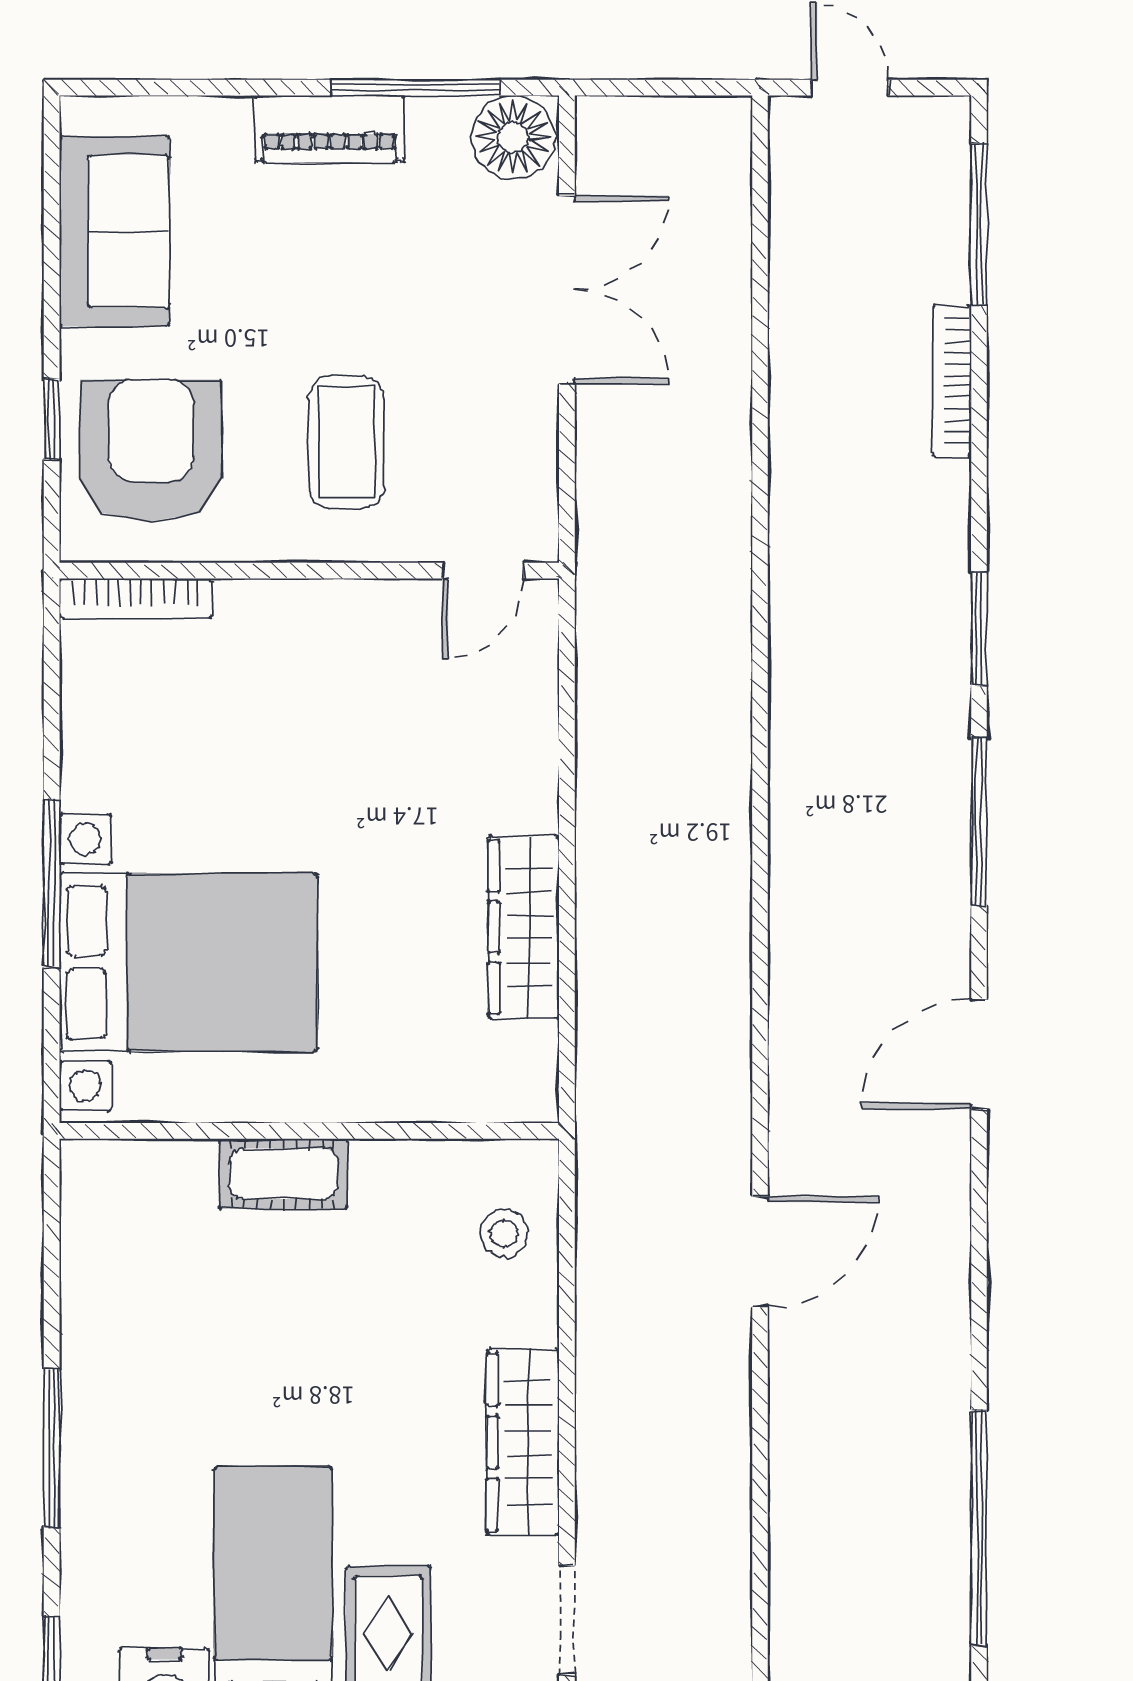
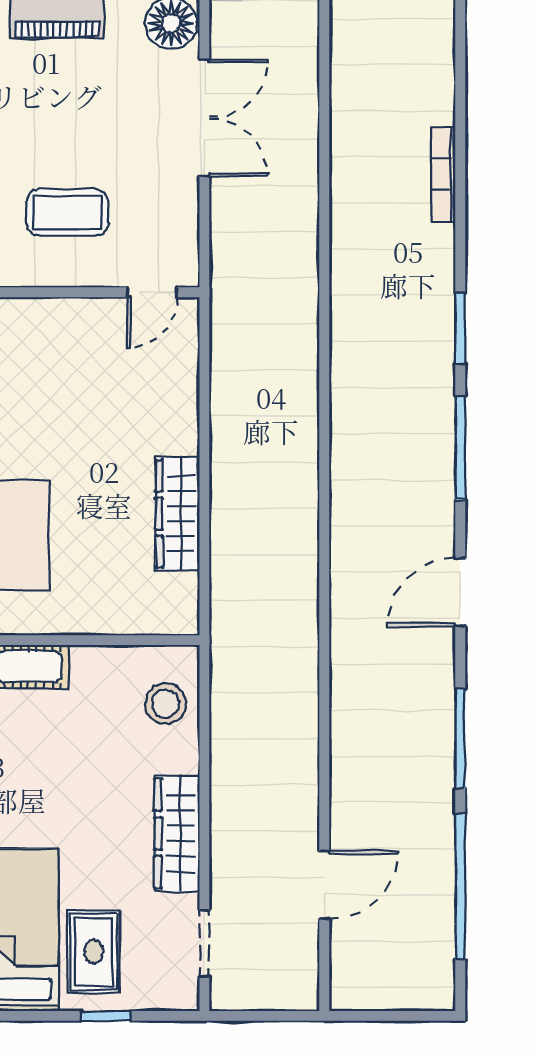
window: (979, 224) -> (460, 739), moved
coffee table: (346, 442) -> (67, 212), turned 90
stool: (504, 1233) -> (165, 704), width x1.37, depth x1.37
door: (760, 1252) -> (324, 885), moved

